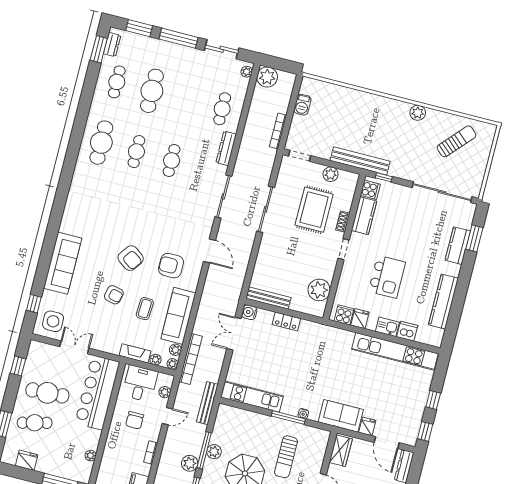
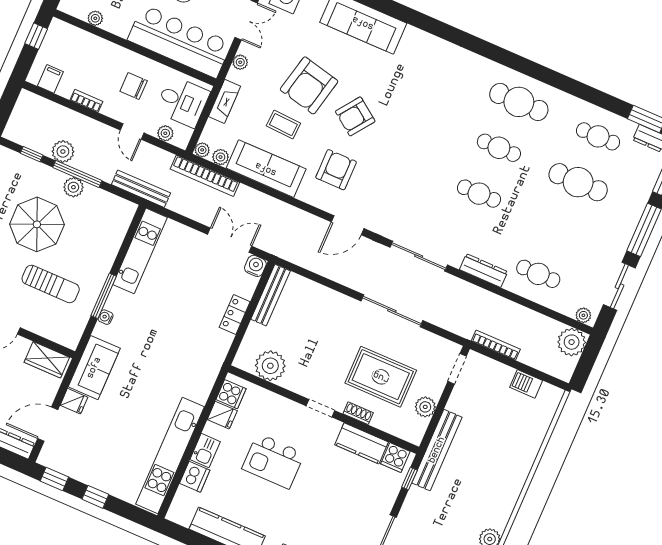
armchair: (114, 295) -> (309, 85), width x1.88, depth x1.88
plant: (156, 360) -> (240, 62), moved
sun lounger: (286, 457) -> (51, 284), turned 180

